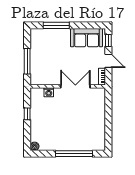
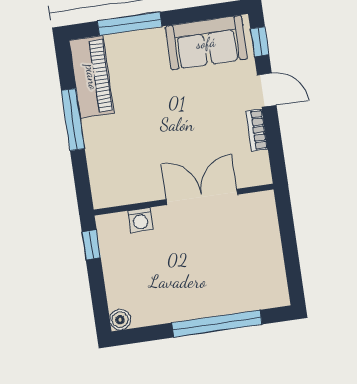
piano: (37, 45) -> (92, 77), added
wall: (68, 86) -> (184, 200), moved
double door: (75, 86) -> (202, 197), moved
washing machine: (49, 92) -> (140, 220), moved

